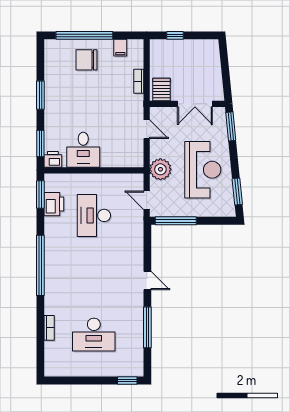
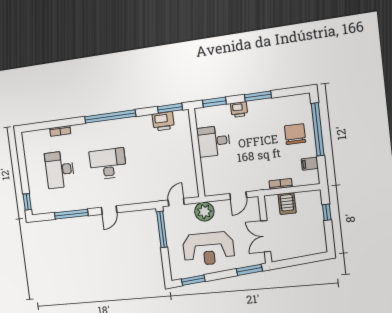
server rack: (162, 90) -> (287, 204), moved, turned 90
printer: (53, 159) -> (239, 109), moved, turned 90
desk: (94, 215) -> (108, 164), moved

